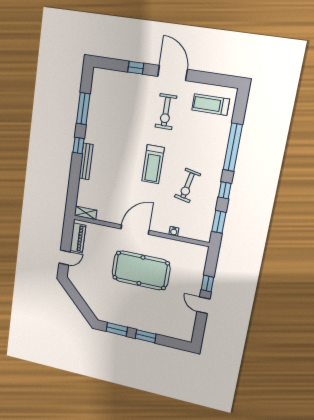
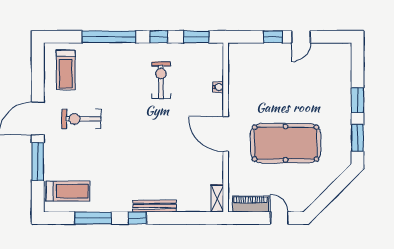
window: (136, 68) -> (38, 162), width x2.17
exercise bike: (166, 112) -> (81, 119), turned 180
treadmill: (153, 164) -> (68, 191), moved
exercise bike: (187, 186) -> (161, 80), turned -102
pool table: (141, 270) -> (286, 143), moved, turned 90

